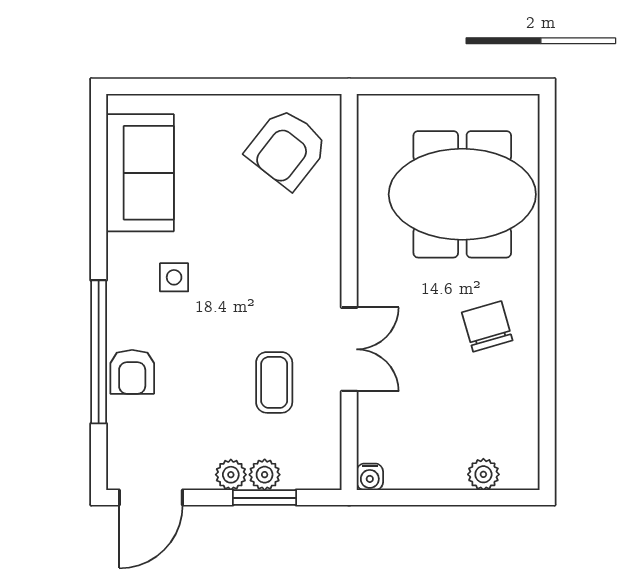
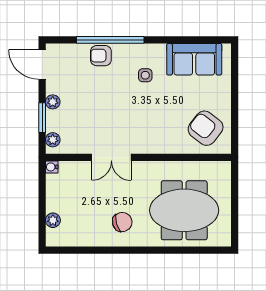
meeting table: (462, 194) -> (184, 210), turned 90
coffee table: (274, 382) -> (96, 122), removed
plant: (265, 475) -> (53, 140), moved

